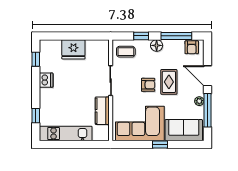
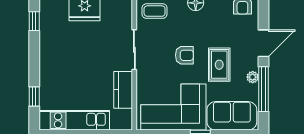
door: (207, 76) -> (263, 43), swing flipped
dishwasher: (46, 80) -> (48, 49), removed
rug: (169, 82) -> (219, 65), moved

